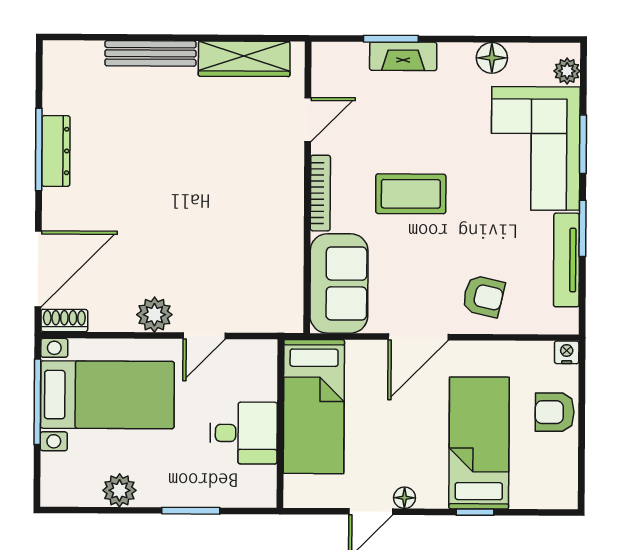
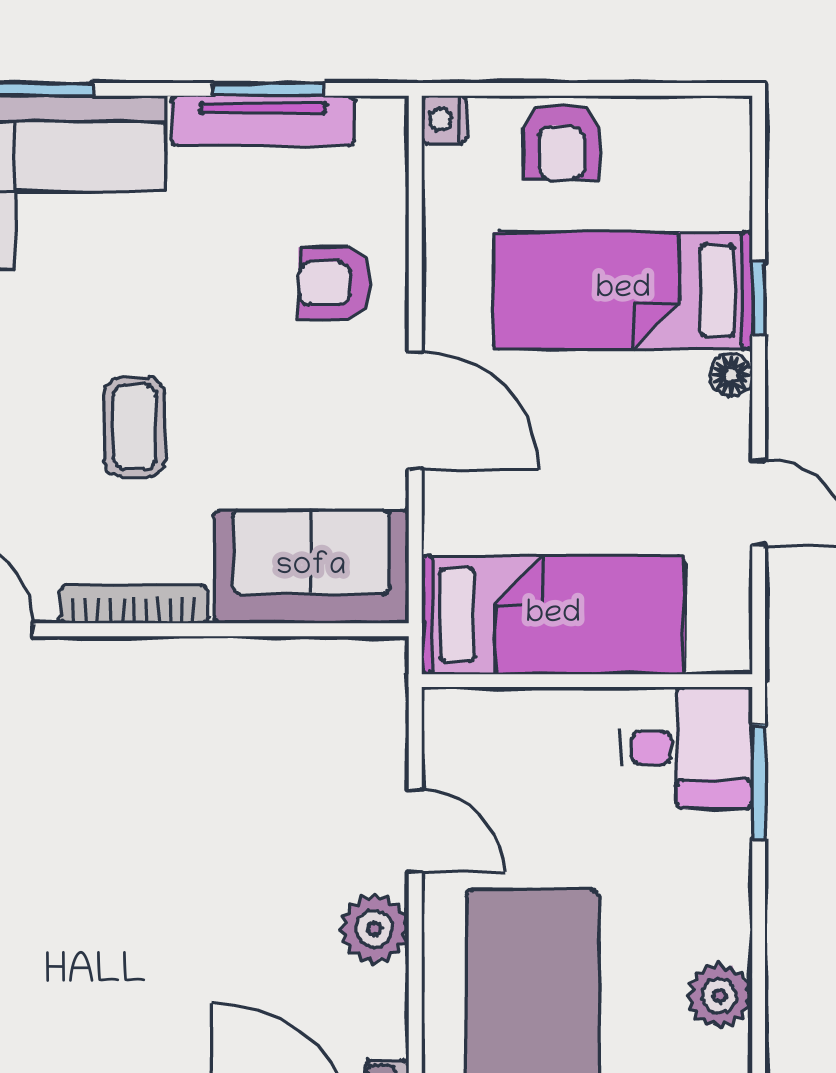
coffee table: (411, 194) -> (135, 427), width x0.73, depth x0.77
window: (583, 228) -> (268, 89), moved
armchair: (483, 296) -> (335, 283), turned -103
desk: (244, 433) -> (687, 748), moved, turned 90
floor lamp: (405, 498) -> (731, 375), moved
window: (191, 511) -> (759, 782), moved

